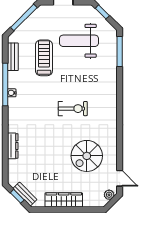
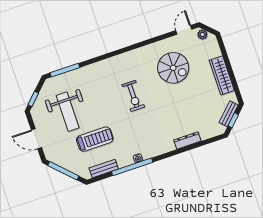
treadmill: (44, 58) -> (95, 139), turned 180
exercise bike: (73, 109) -> (133, 96), turned 180

